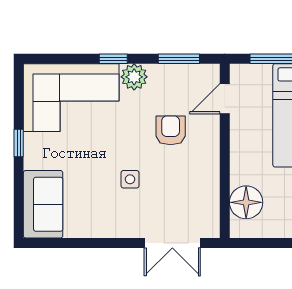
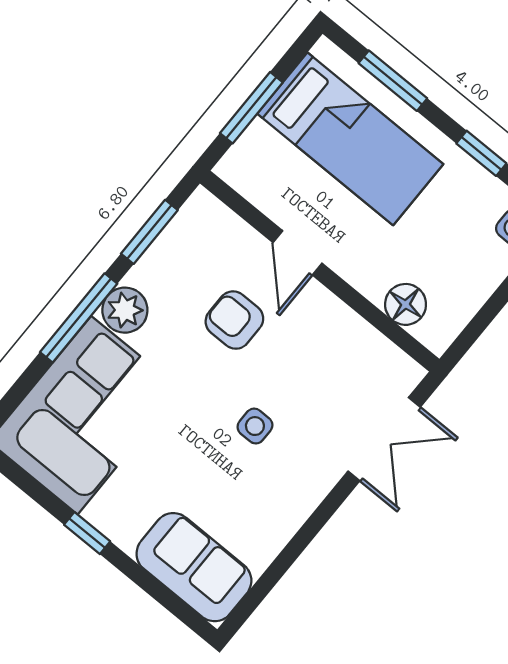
window: (113, 59) -> (79, 318), width x2.17
door: (225, 99) -> (298, 253), moved
floor lamp: (246, 202) -> (406, 304), width x0.73, depth x0.73

